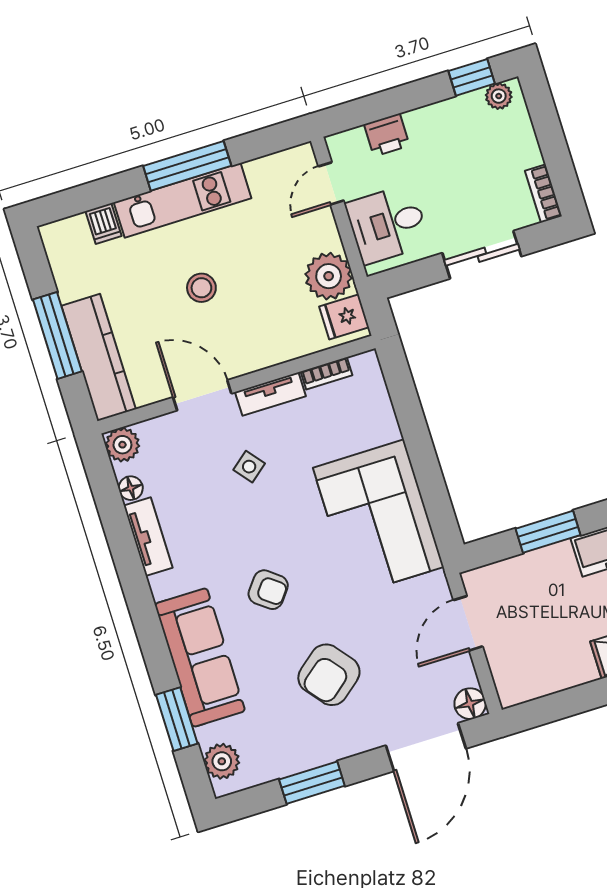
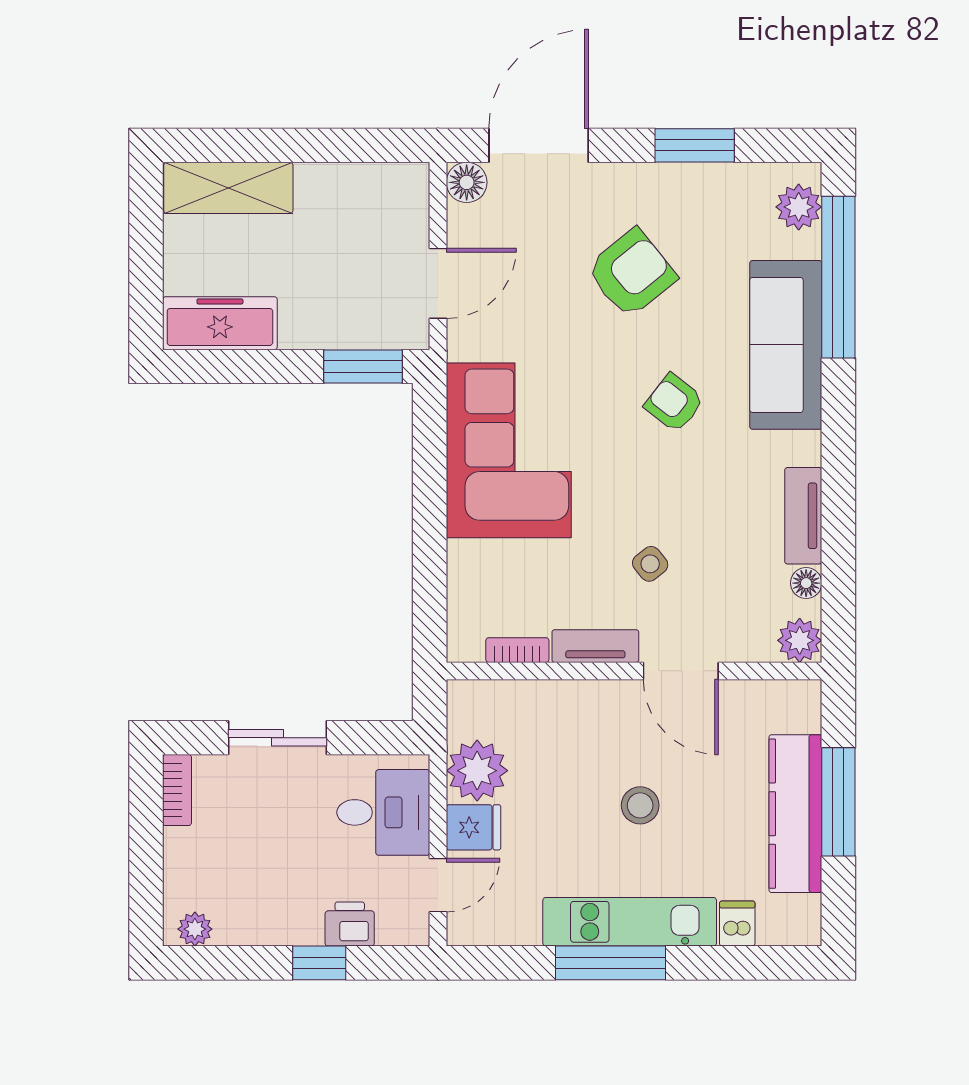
window: (472, 77) -> (319, 963), moved
fridge: (344, 317) -> (474, 827), moved
kitchen counter: (99, 358) -> (795, 814), moved
window: (548, 532) -> (363, 366), moved
window: (177, 719) -> (838, 277), width x2.11

